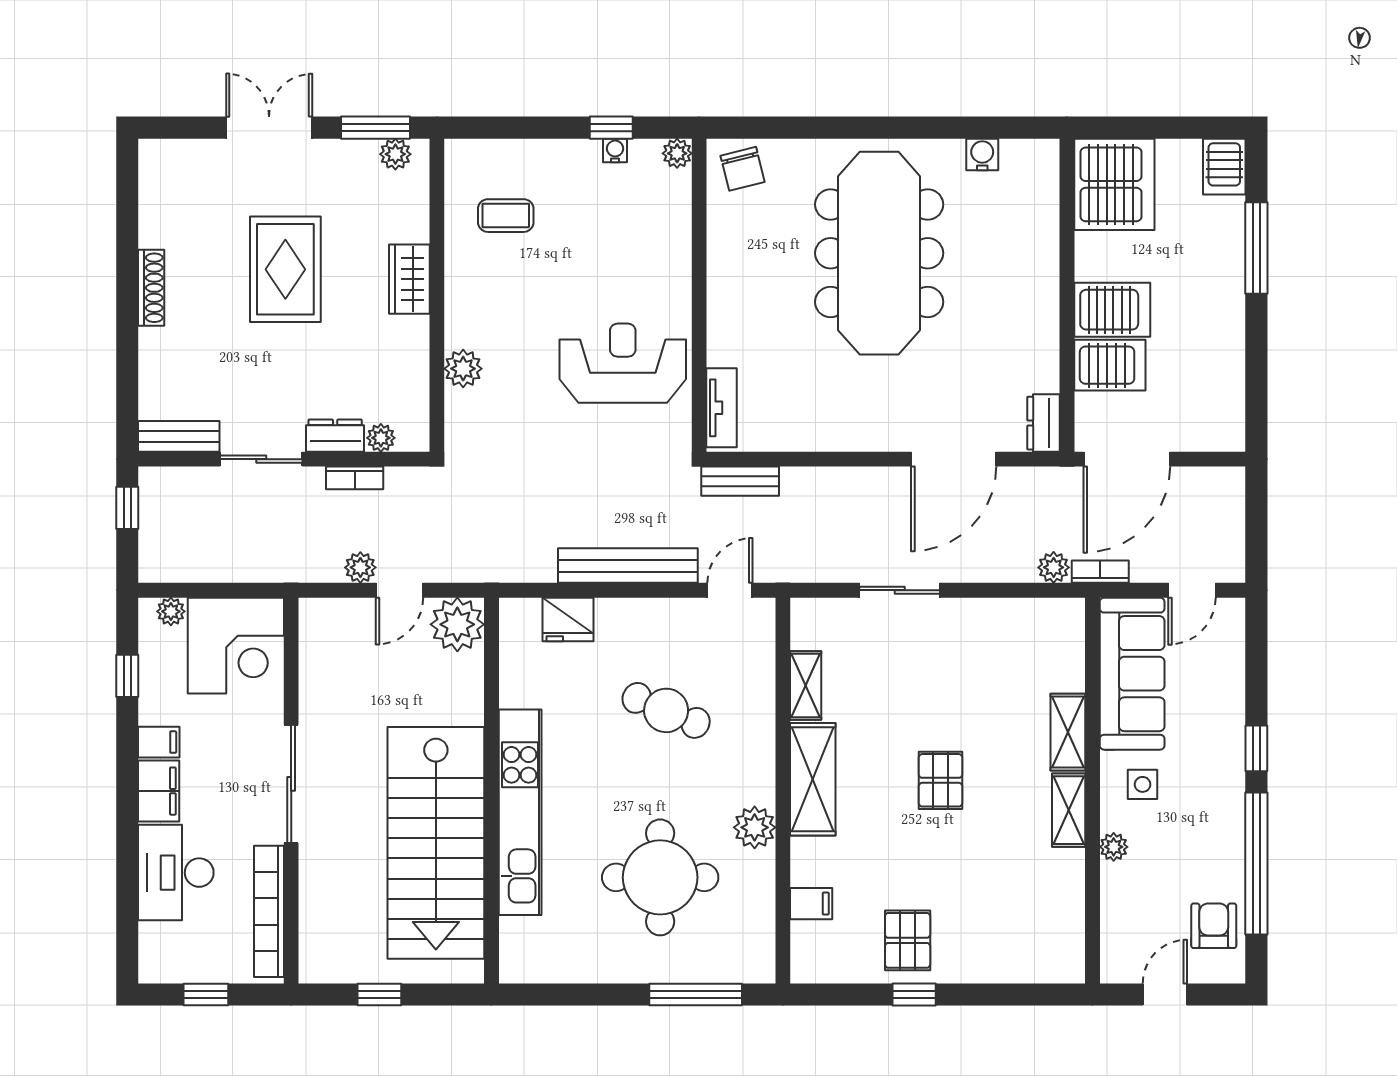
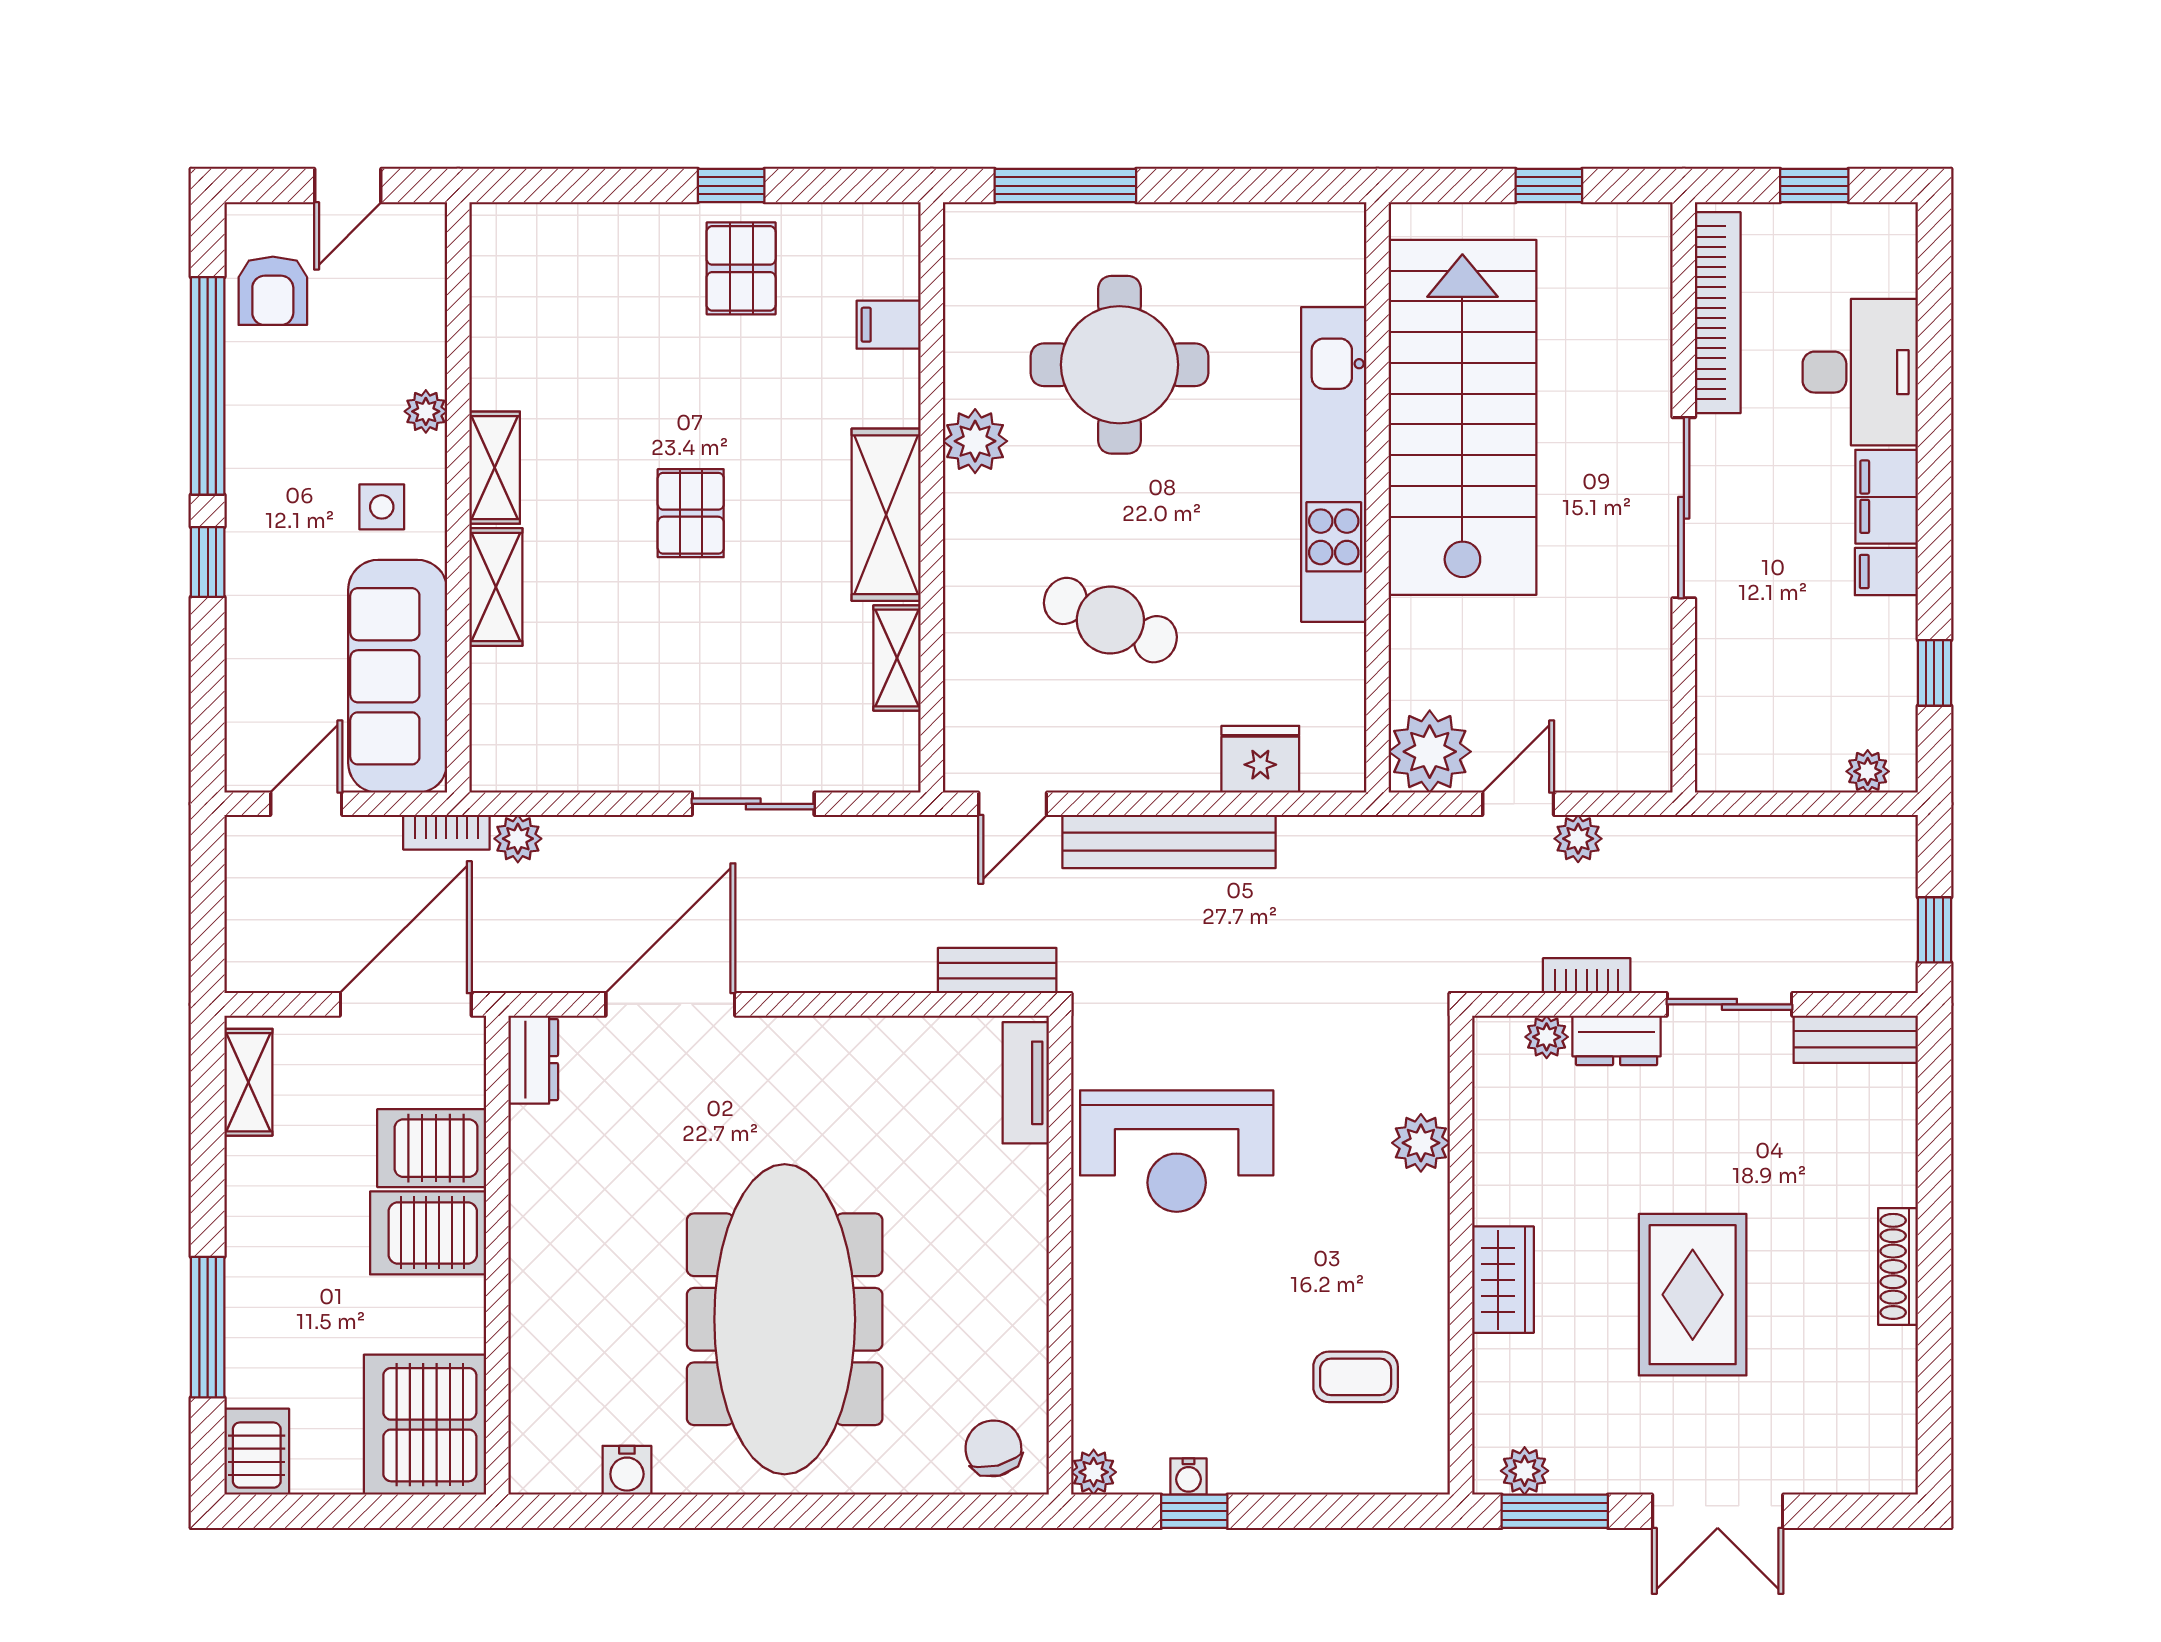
shelving: (1230, 408) -> (248, 1082), added
corner desk: (236, 646) -> (1768, 719), removed

